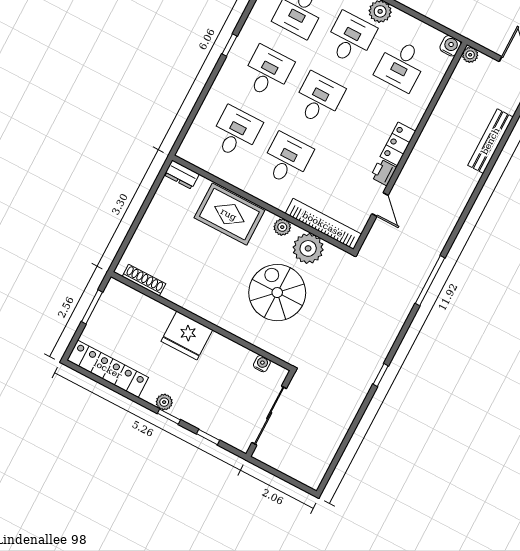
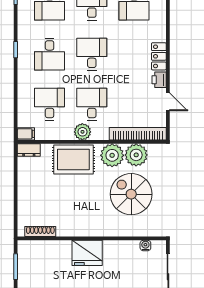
desk: (267, 72) -> (50, 54), turned 180
filing cabinet: (188, 153) -> (26, 134), added
plant: (258, 186) -> (82, 132), added
plant: (282, 227) -> (112, 155), width x1.88, depth x1.88

